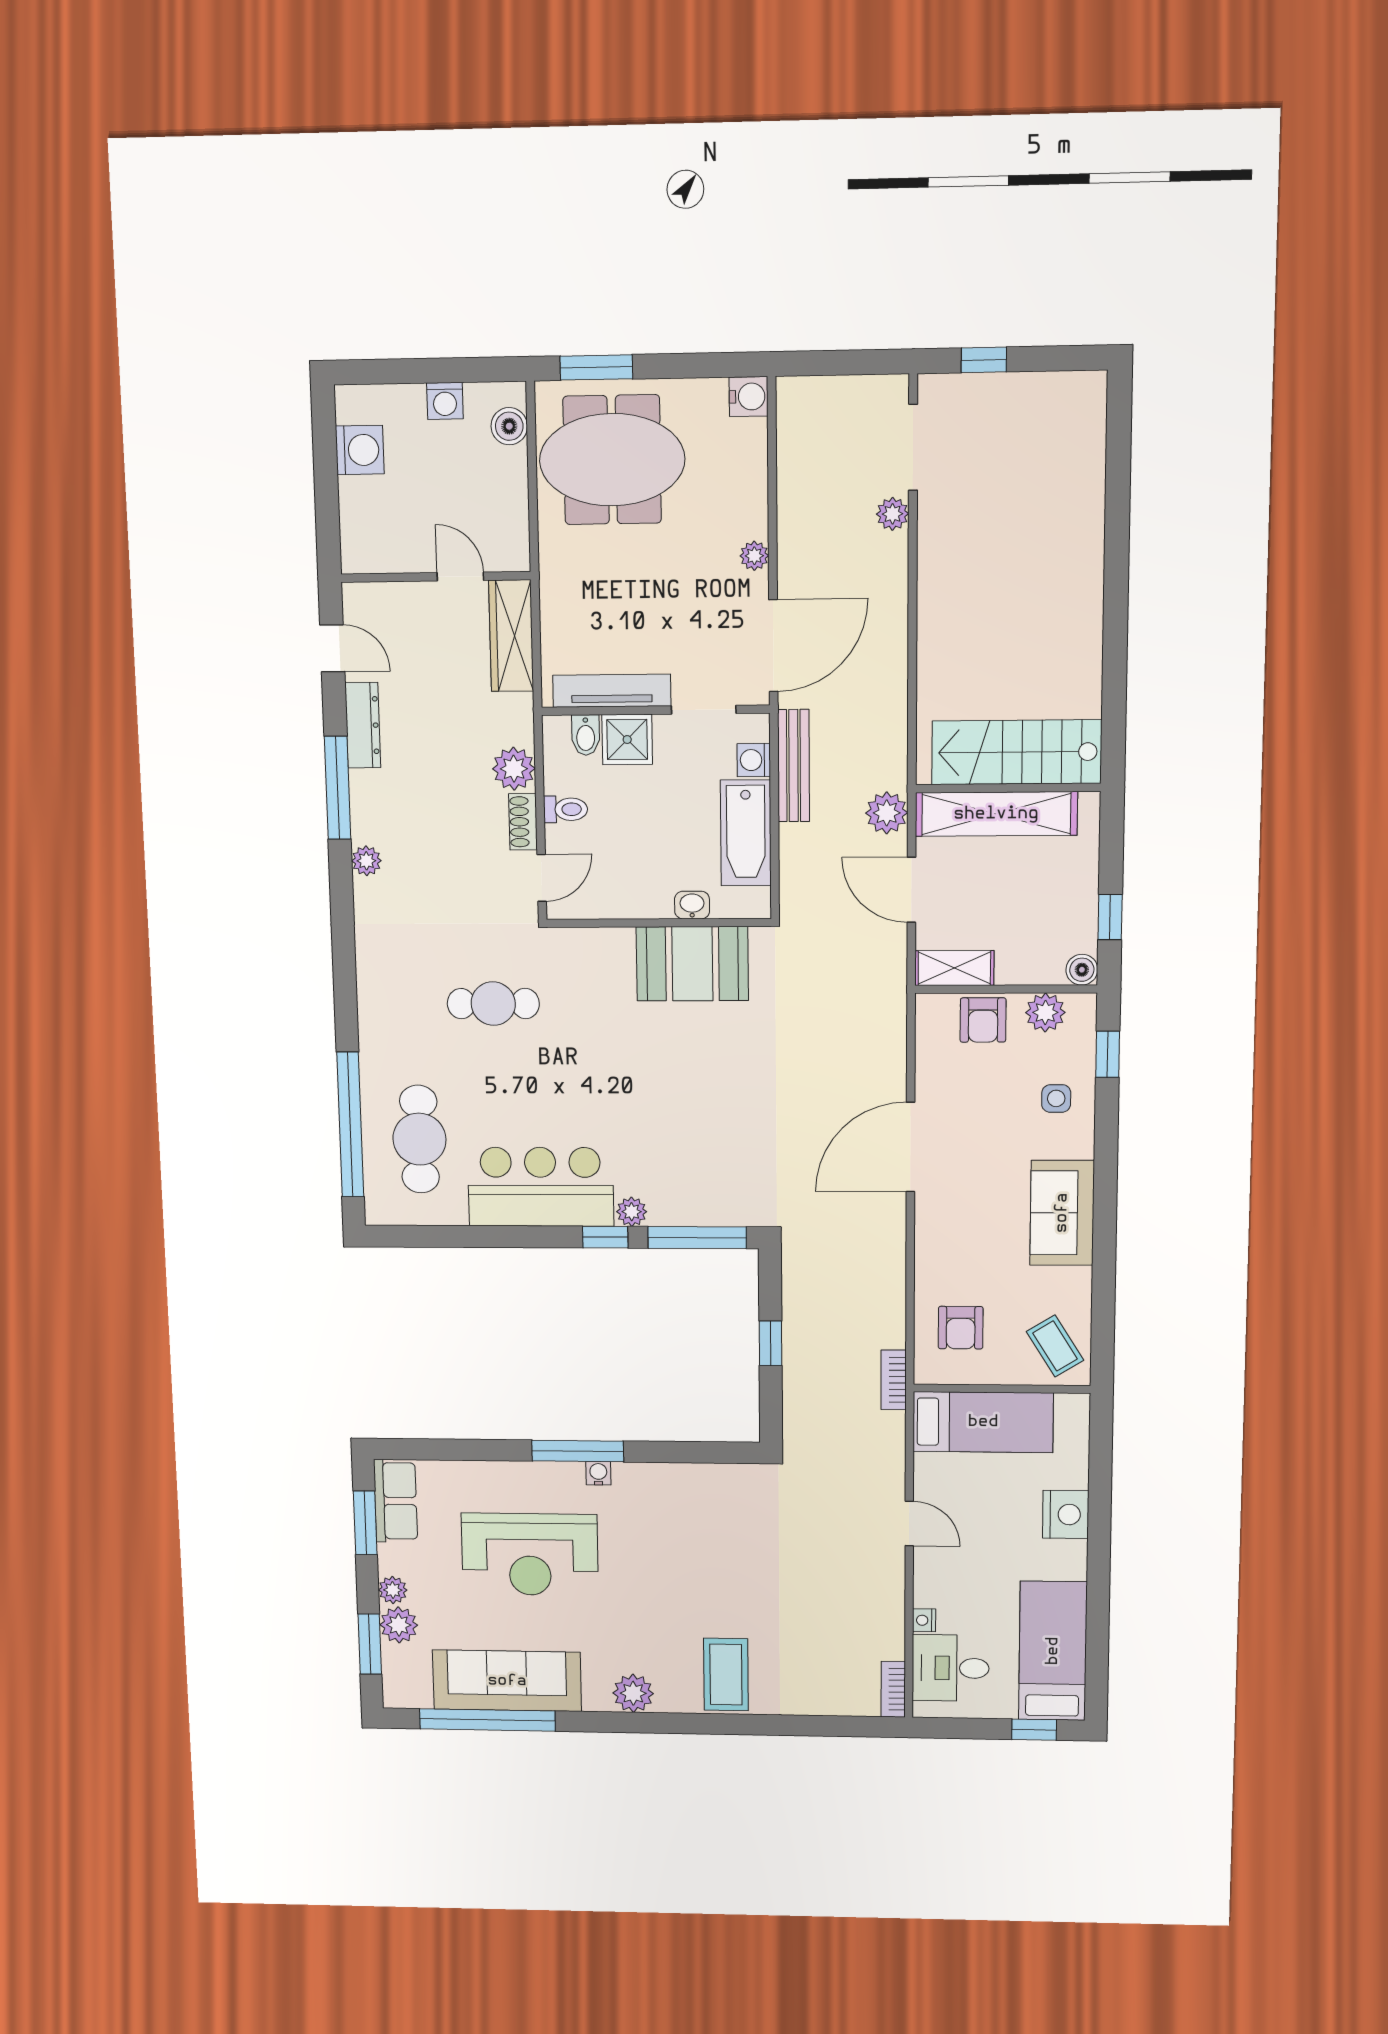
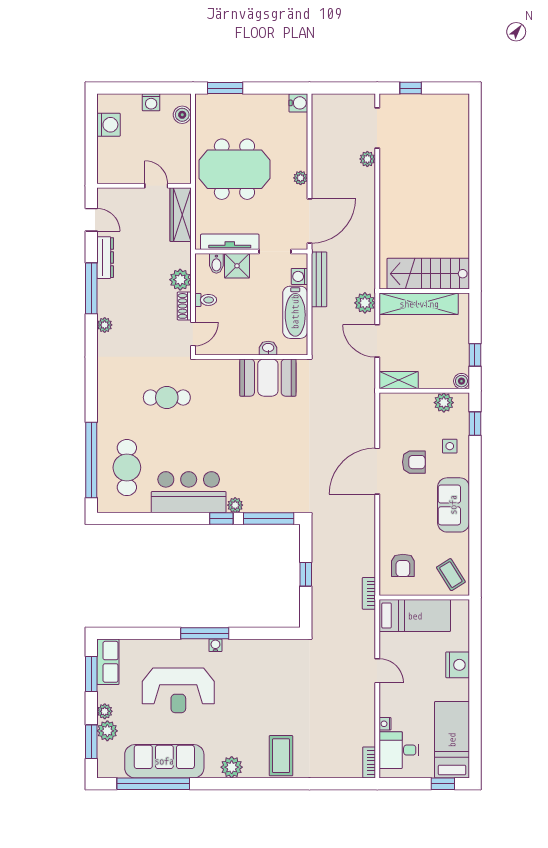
meeting table: (612, 460) -> (234, 169), moved
armchair: (983, 1020) -> (414, 462), moved, turned -90

